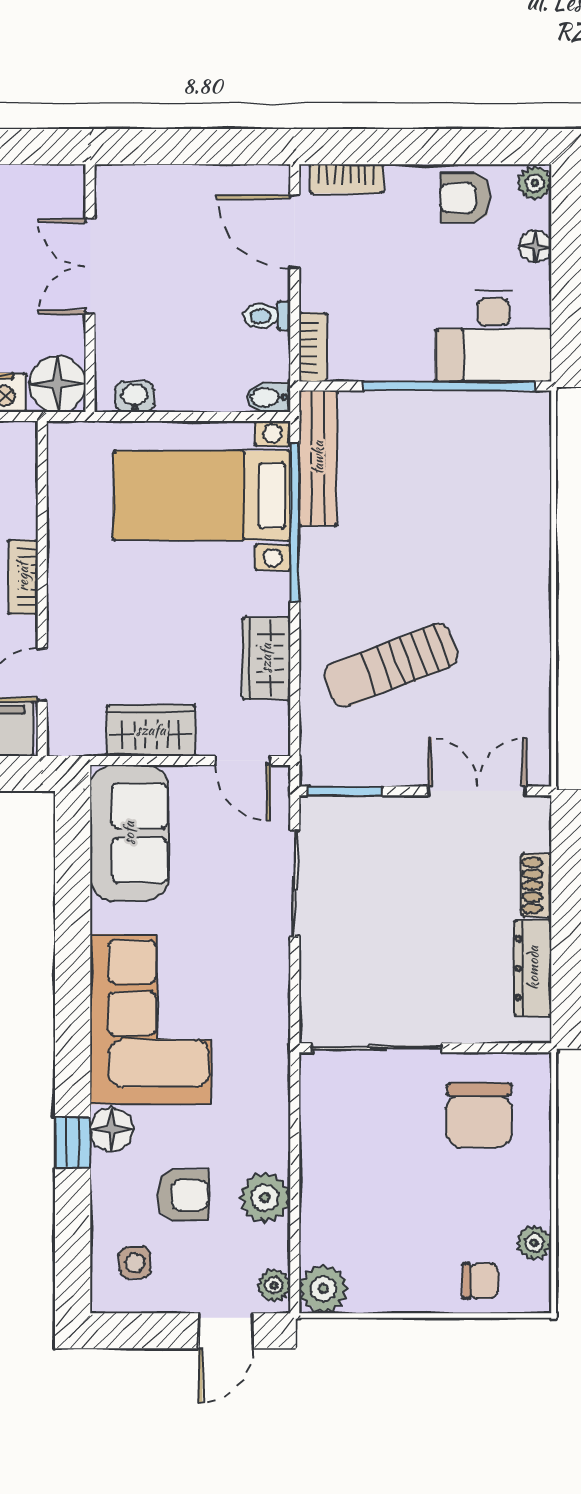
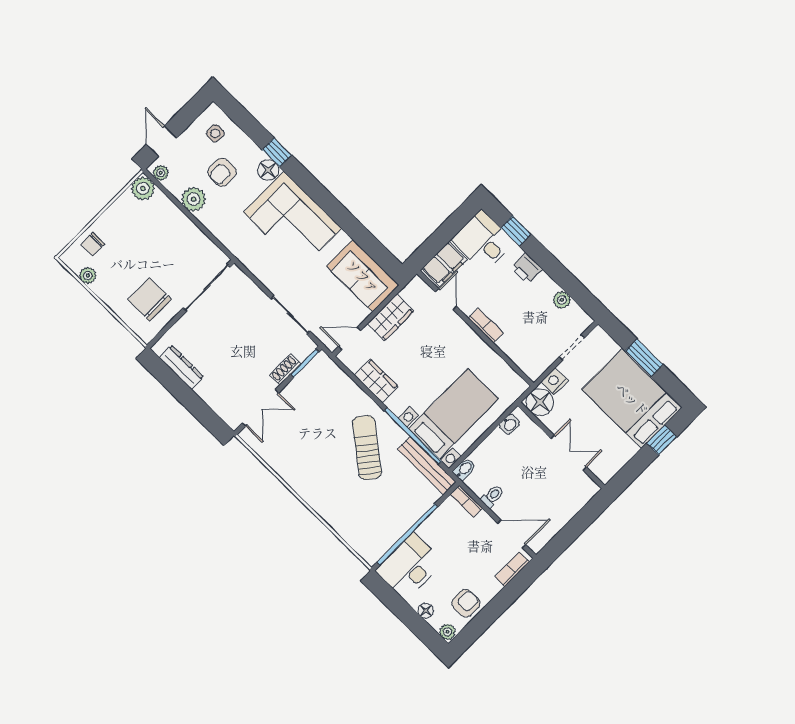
sun lounger: (391, 665) -> (367, 448), moved, turned -31
shoe rack: (536, 885) -> (285, 370), moved, turned -90

